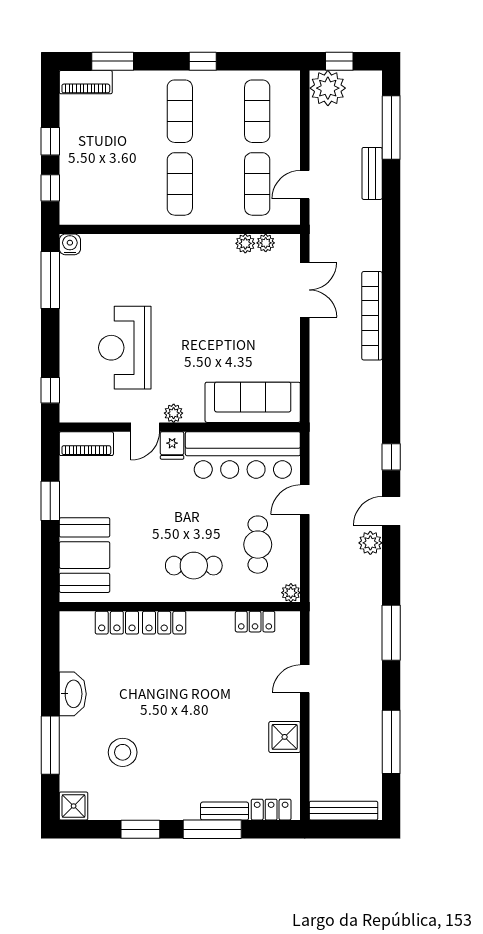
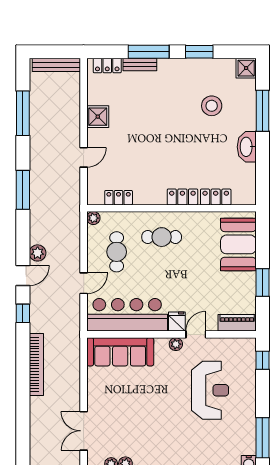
bookcase: (372, 316) -> (36, 365), moved

